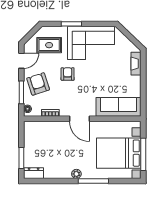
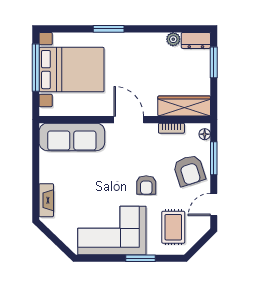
rug: (49, 45) -> (173, 227), turned 90
wardrobe: (42, 128) -> (184, 106), added
plant: (76, 174) -> (173, 39), moved
window: (93, 181) -> (109, 29), width x0.69

